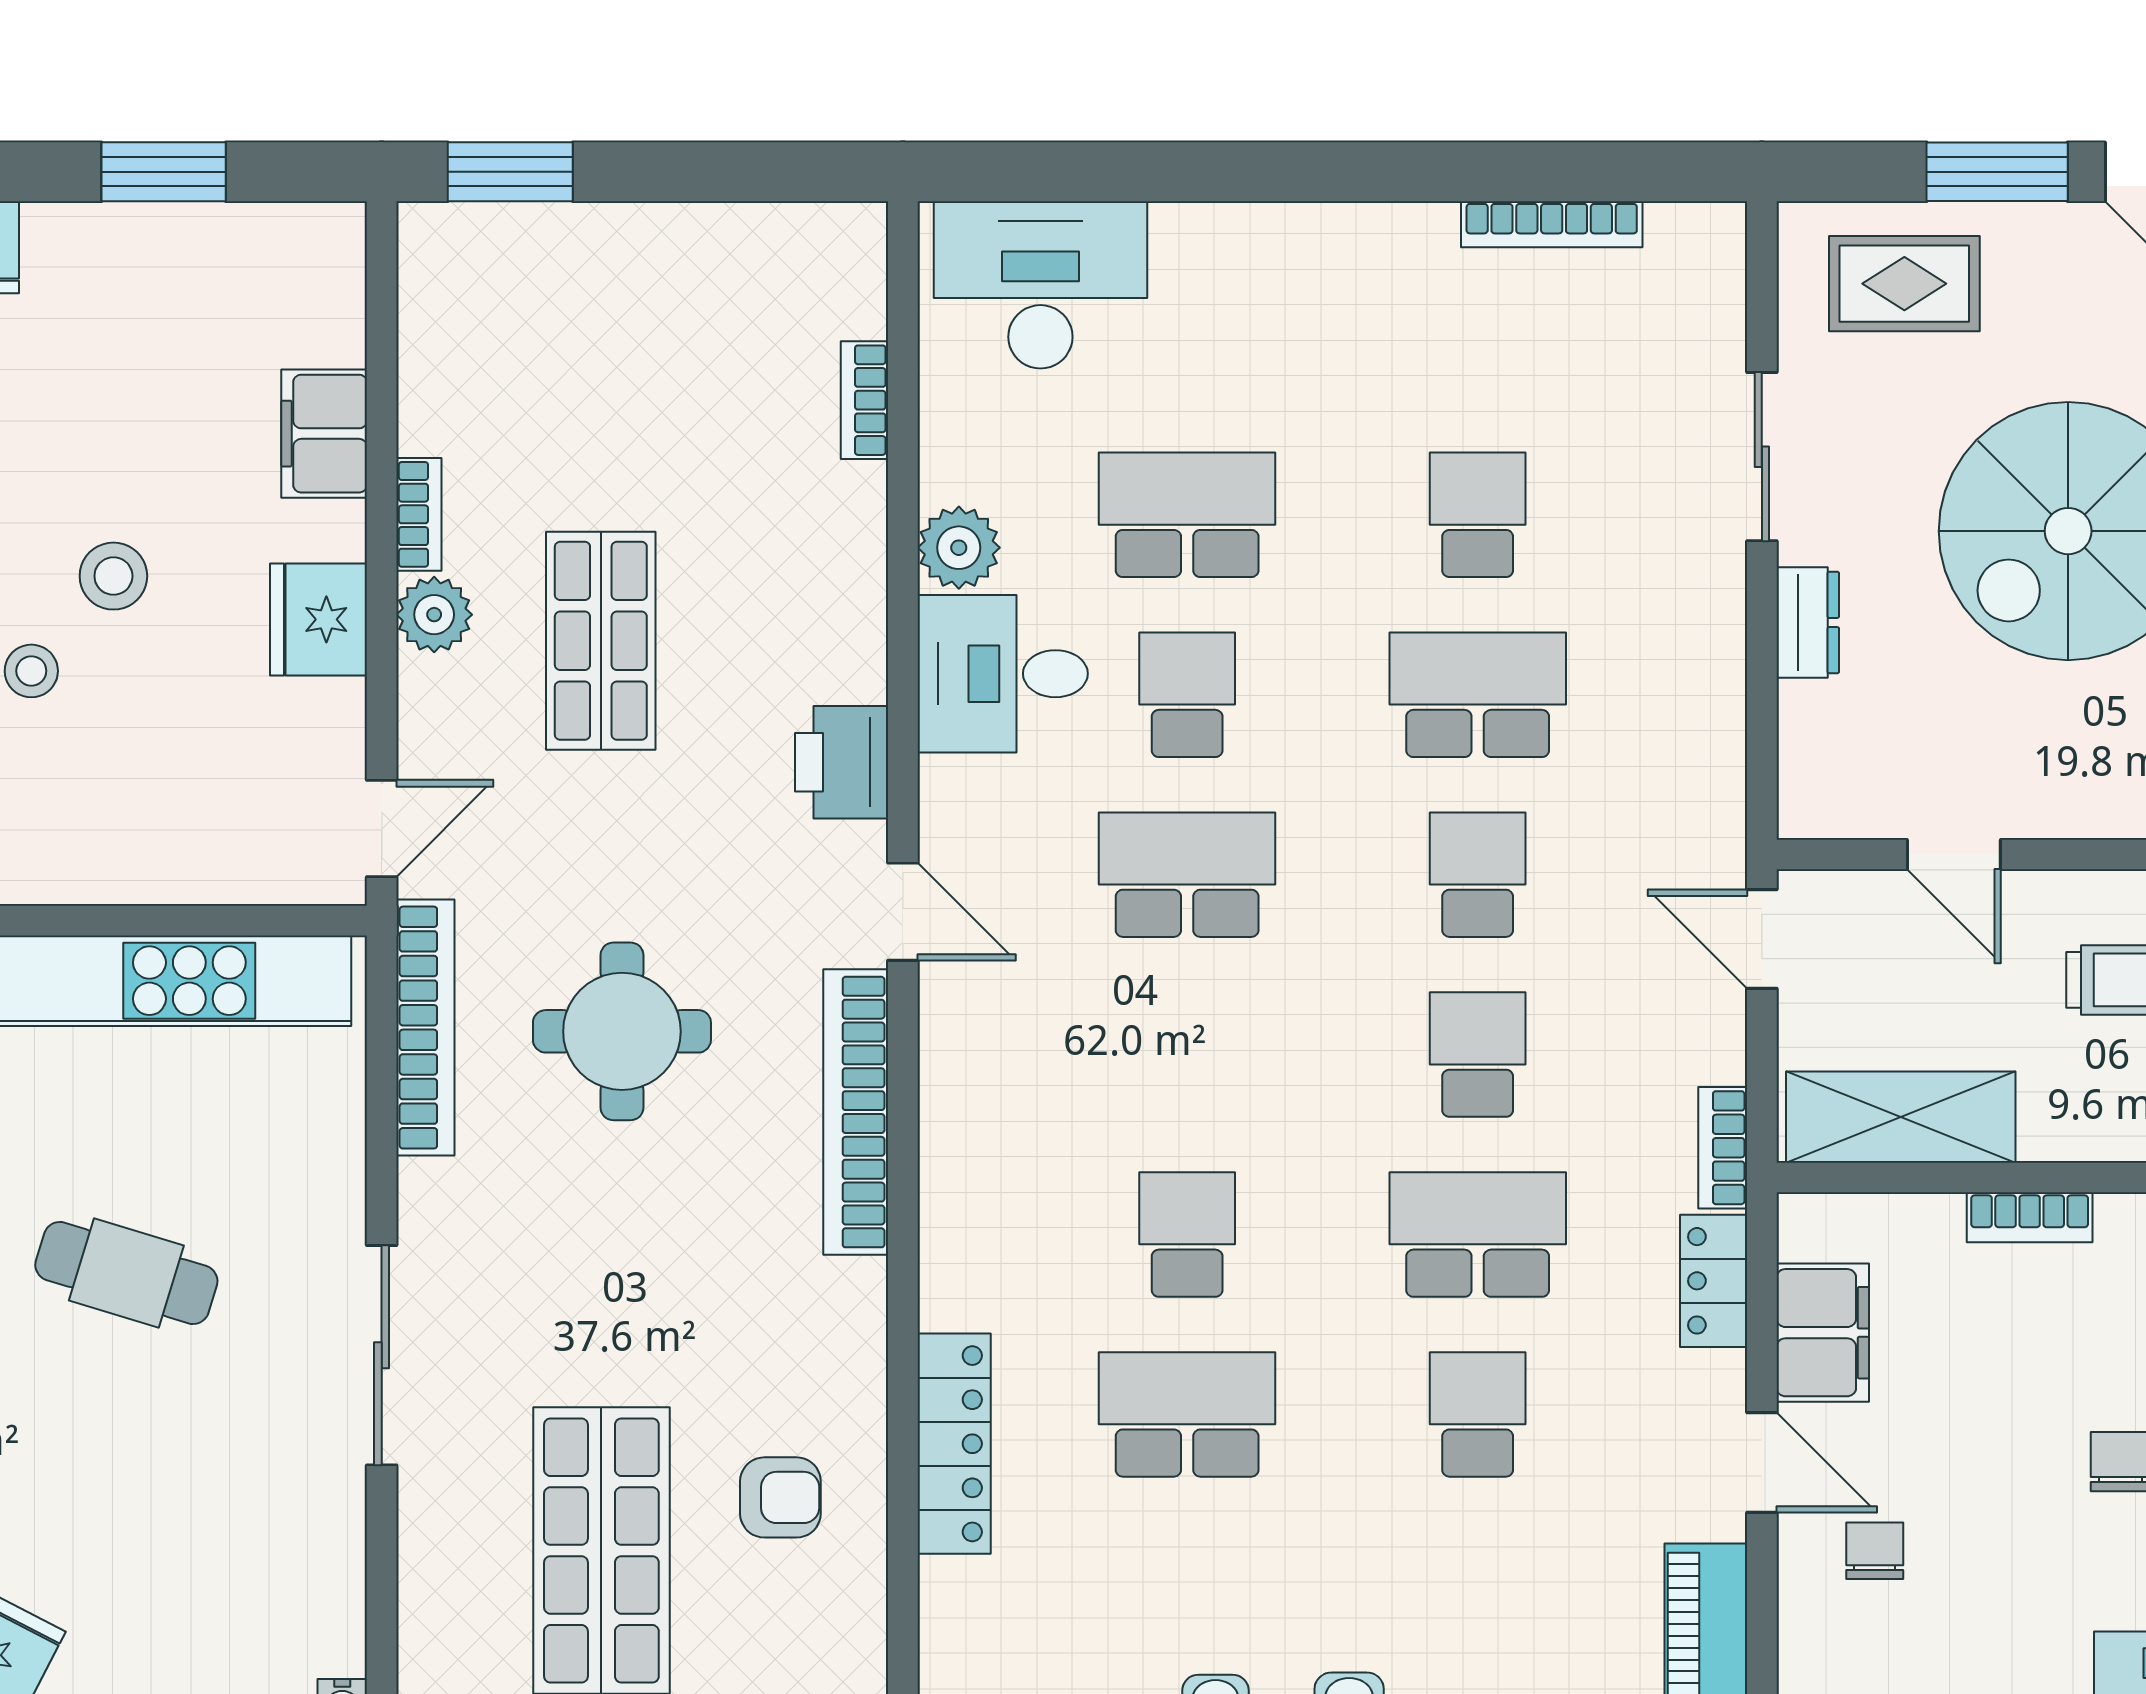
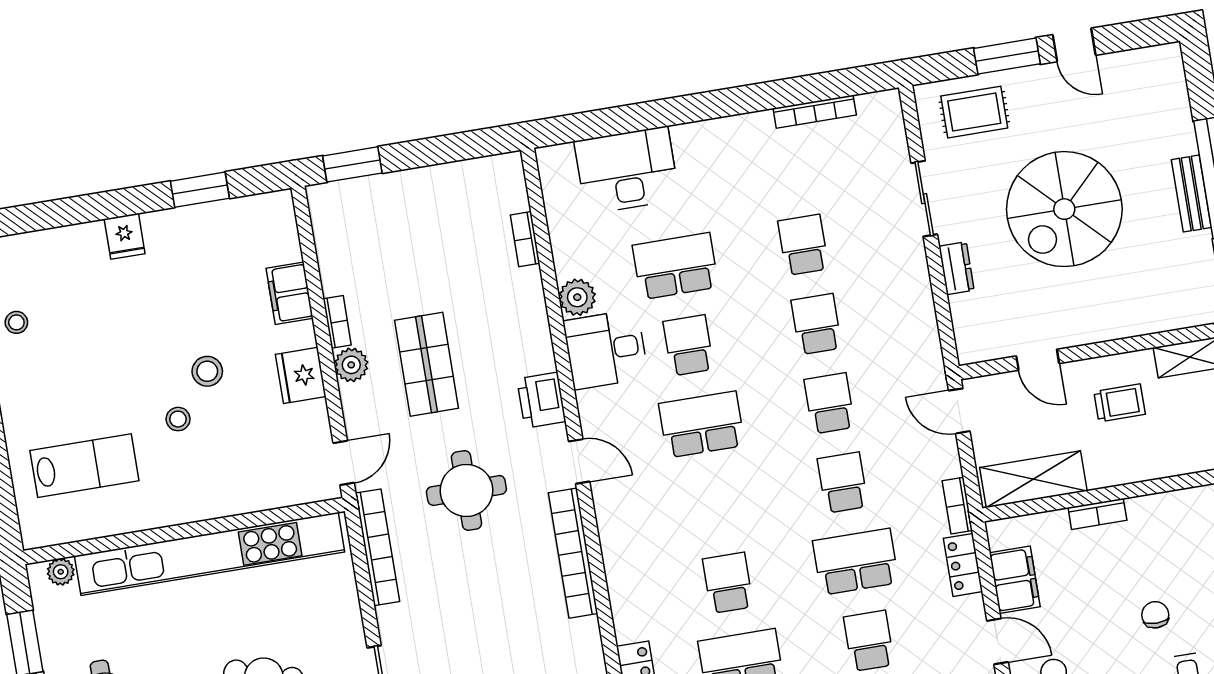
desk: (1040, 285) -> (627, 170), moved
school desk: (1478, 695) -> (816, 324), width x0.54
round table: (622, 1031) -> (466, 490), moved

